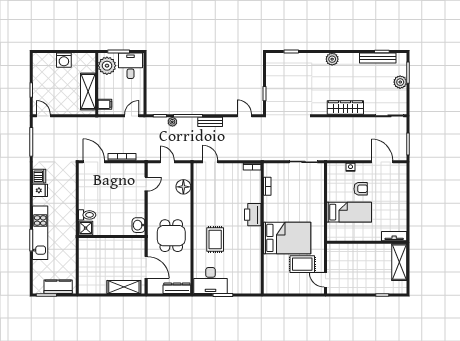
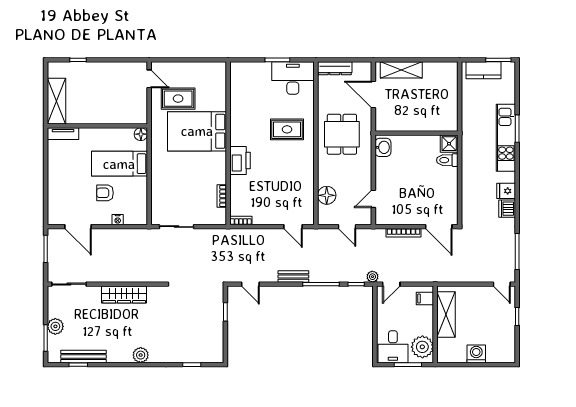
plant: (172, 122) -> (372, 277), moved
floor lamp: (332, 236) -> (141, 134), added
rug: (215, 239) -> (287, 129), turned 90

